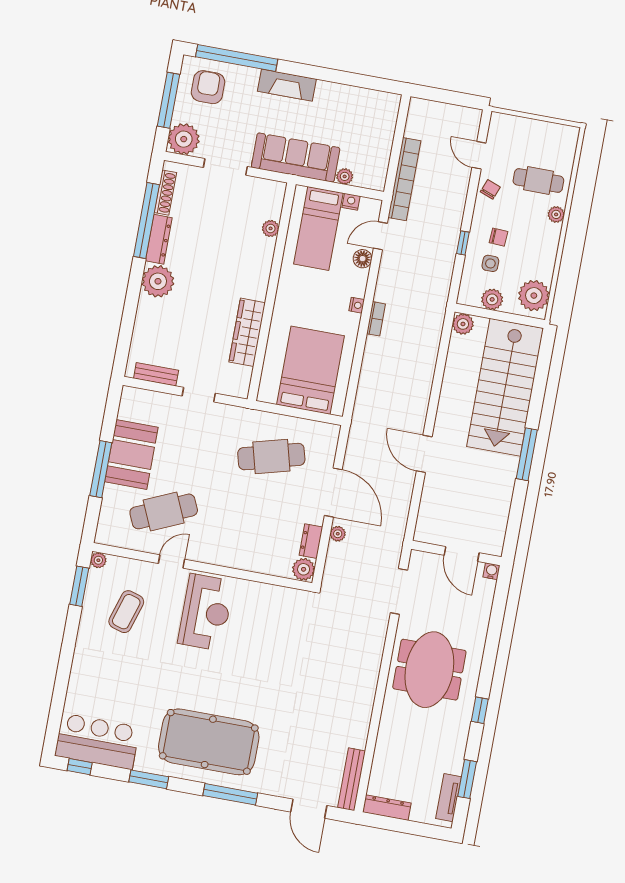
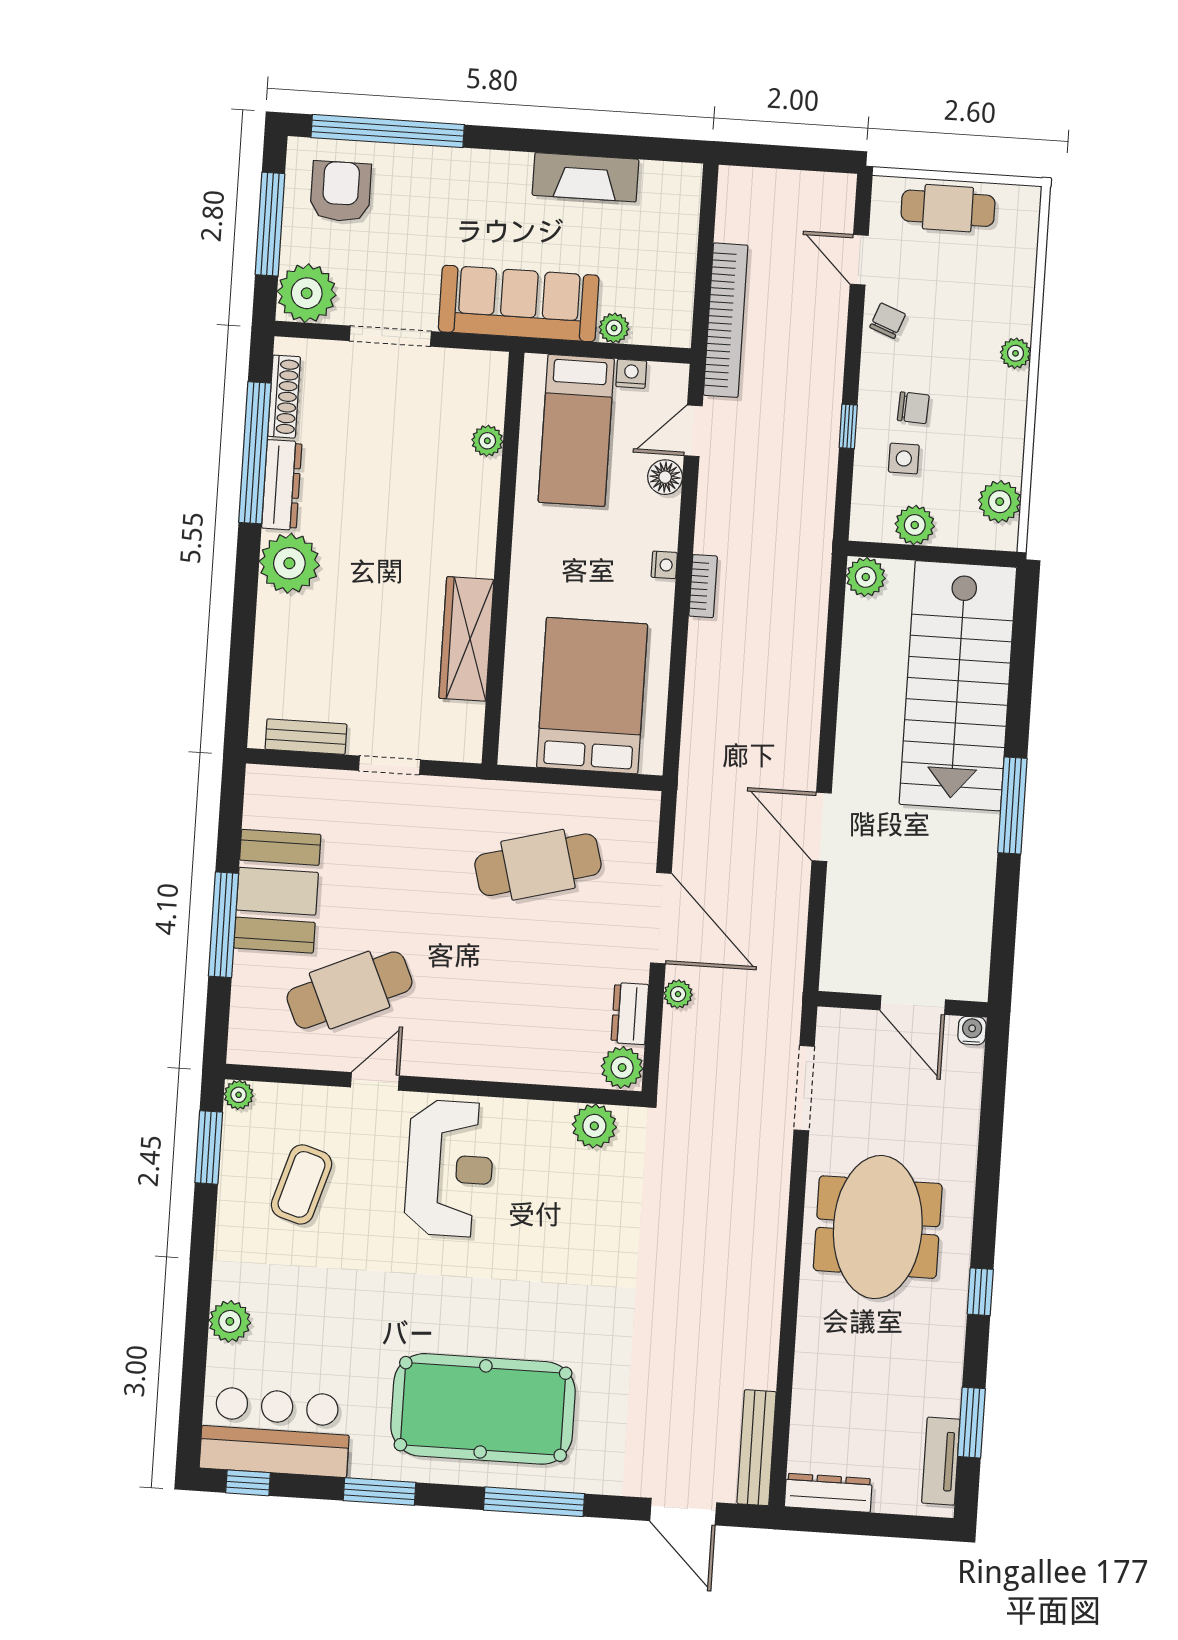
fireplace: (287, 85) -> (585, 177), moved
cafe table: (538, 180) -> (948, 208), moved
plant: (534, 296) -> (1000, 502), width x0.73, depth x0.73
plant: (285, 599) -> (594, 1126), added
plant: (80, 680) -> (230, 1321), added

